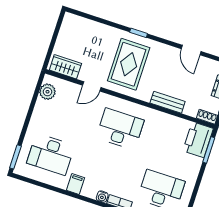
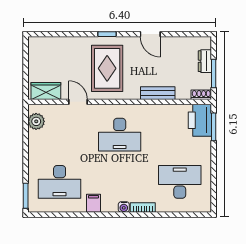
door: (191, 50) -> (150, 34), moved
door: (92, 86) -> (78, 102), swing flipped
desk: (120, 129) -> (120, 135), turned 180

